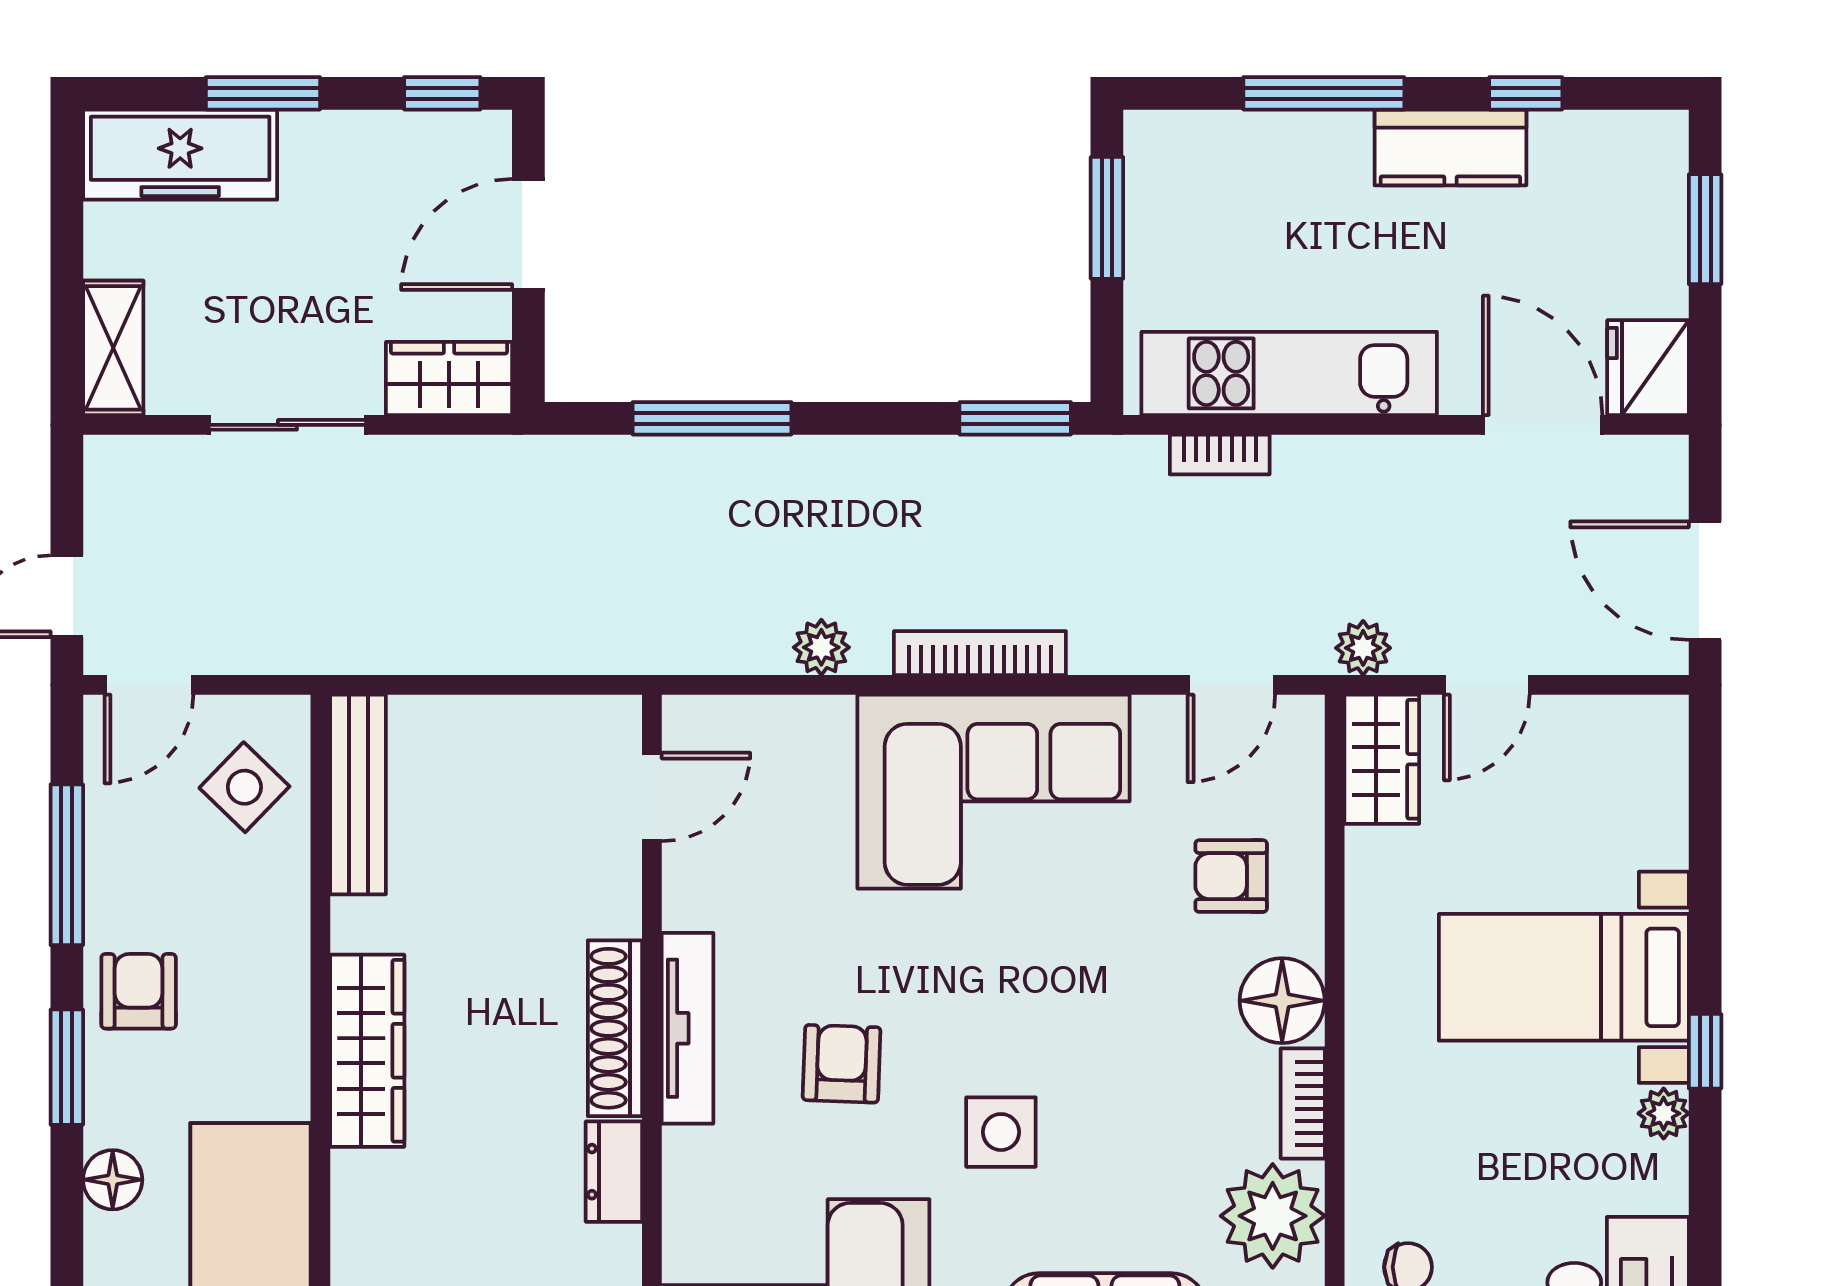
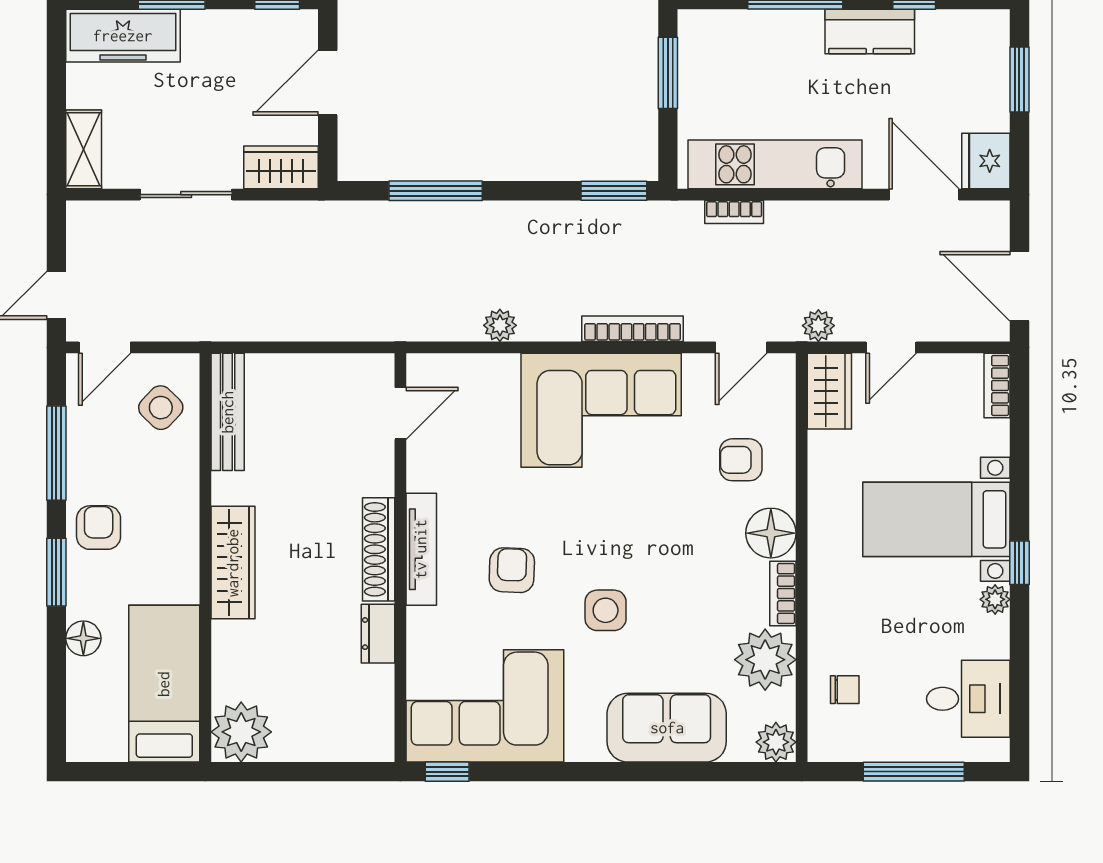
bookcase: (980, 653) -> (633, 329), moved
bookcase: (1667, 750) -> (997, 385), added

